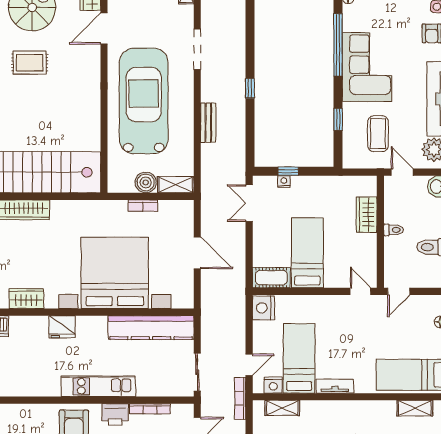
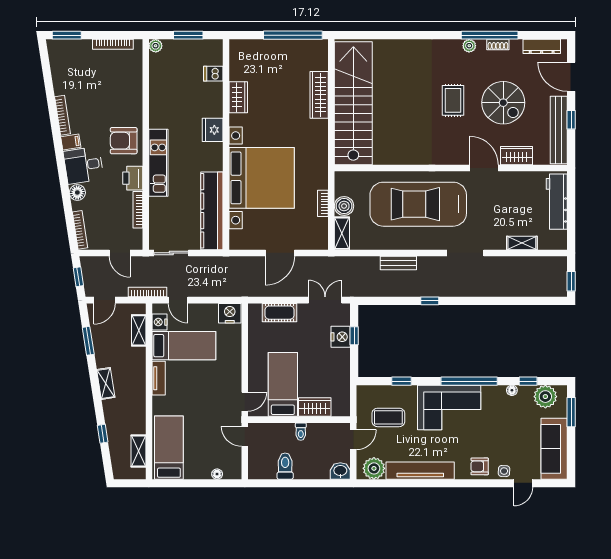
car: (144, 101) -> (418, 204), turned 180
nightstand: (284, 181) -> (341, 337), width x1.89, depth x1.79
bed: (307, 253) -> (283, 384), moved, turned -90
cot: (271, 278) -> (280, 313), moved, turned 90

